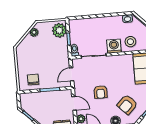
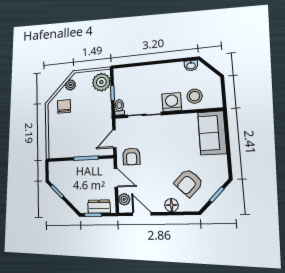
chair: (33, 80) -> (64, 106), moved
armchair: (101, 92) -> (131, 156), moved

